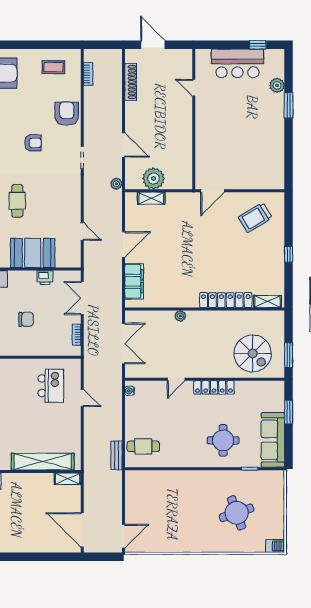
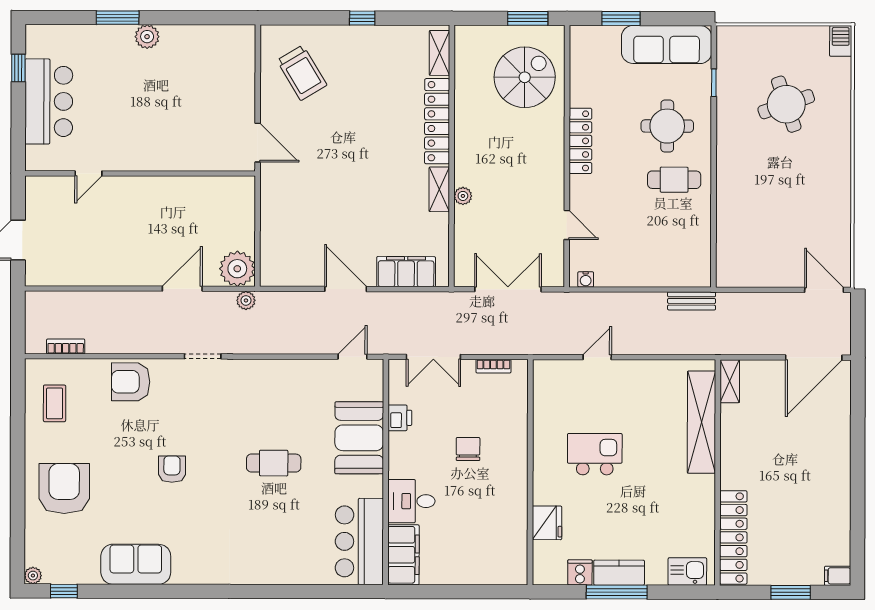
shoe rack: (131, 82) -> (79, 277), removed
plant: (277, 85) -> (147, 37), moved
armchair: (33, 143) -> (172, 469), moved
plant: (153, 178) -> (237, 269), moved
shelving: (151, 198) -> (439, 189), moved
door: (82, 231) -> (352, 357), moved
door: (176, 379) -> (567, 225), moved
kitchen island: (51, 386) -> (595, 454), moved
cafe table: (143, 446) -> (674, 180), moved, turned 90

